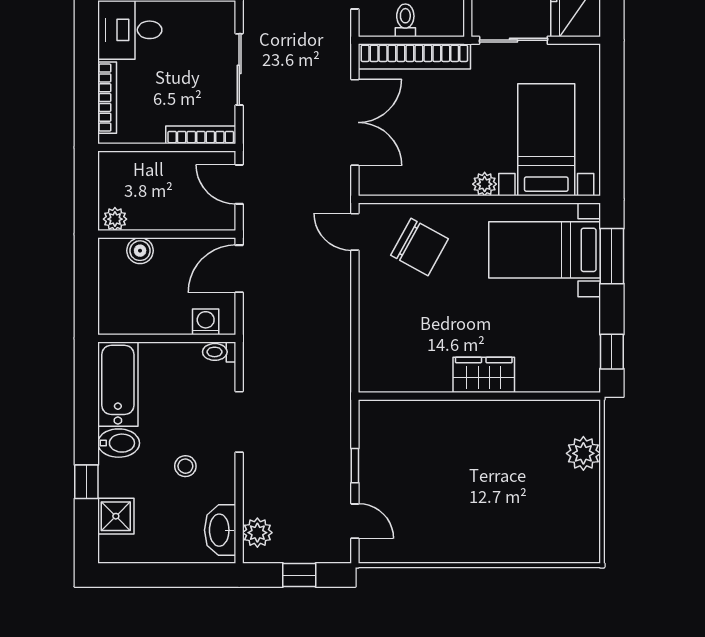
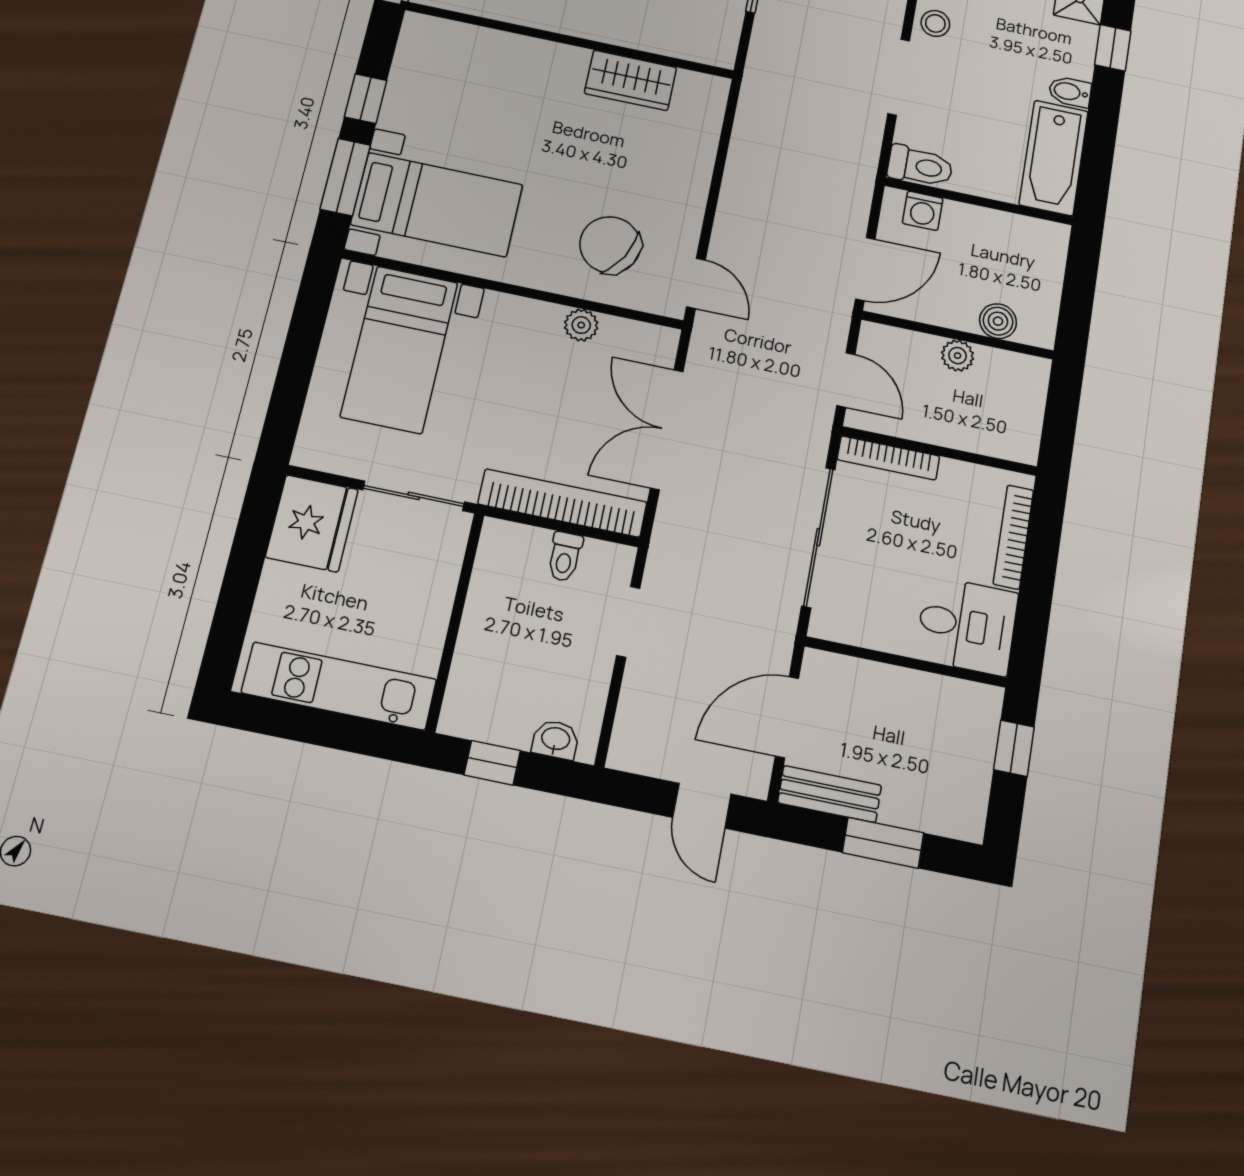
sliding door: (239, 69) -> (818, 537), width x1.37
plant: (485, 184) -> (581, 325), moved
plant: (115, 219) -> (958, 356), moved
toilet: (219, 352) -> (920, 166), width x1.37, depth x1.39
window: (612, 352) -> (366, 99), moved
wardrobe: (484, 375) -> (630, 80), moved
bidet: (119, 443) -> (1070, 92), width x0.72, depth x0.74
stool: (185, 466) -> (935, 23), moved

